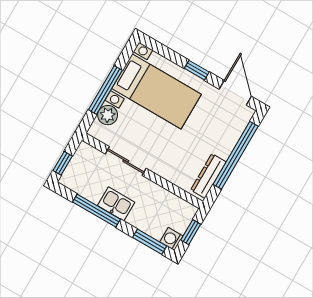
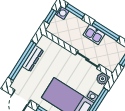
plant: (108, 115) -> (103, 79), moved
dresser: (208, 176) -> (33, 58), moved

